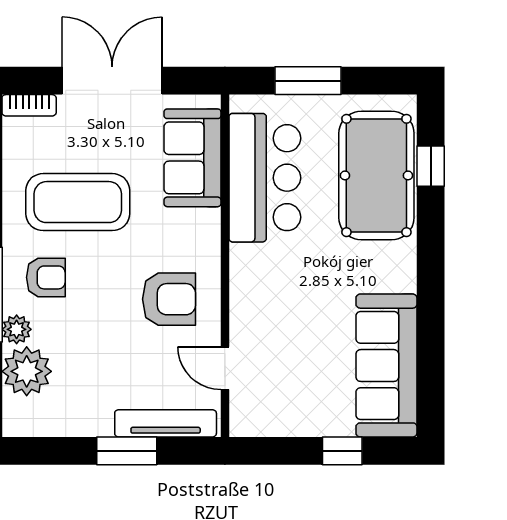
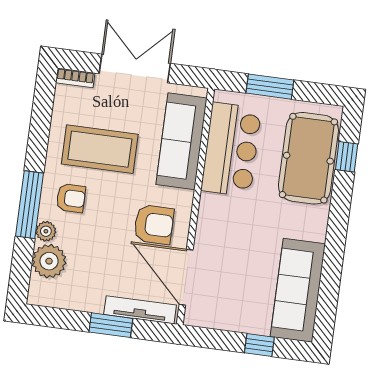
sofa: (192, 158) -> (181, 141), width x1.36
door: (225, 368) -> (186, 277), width x1.88

